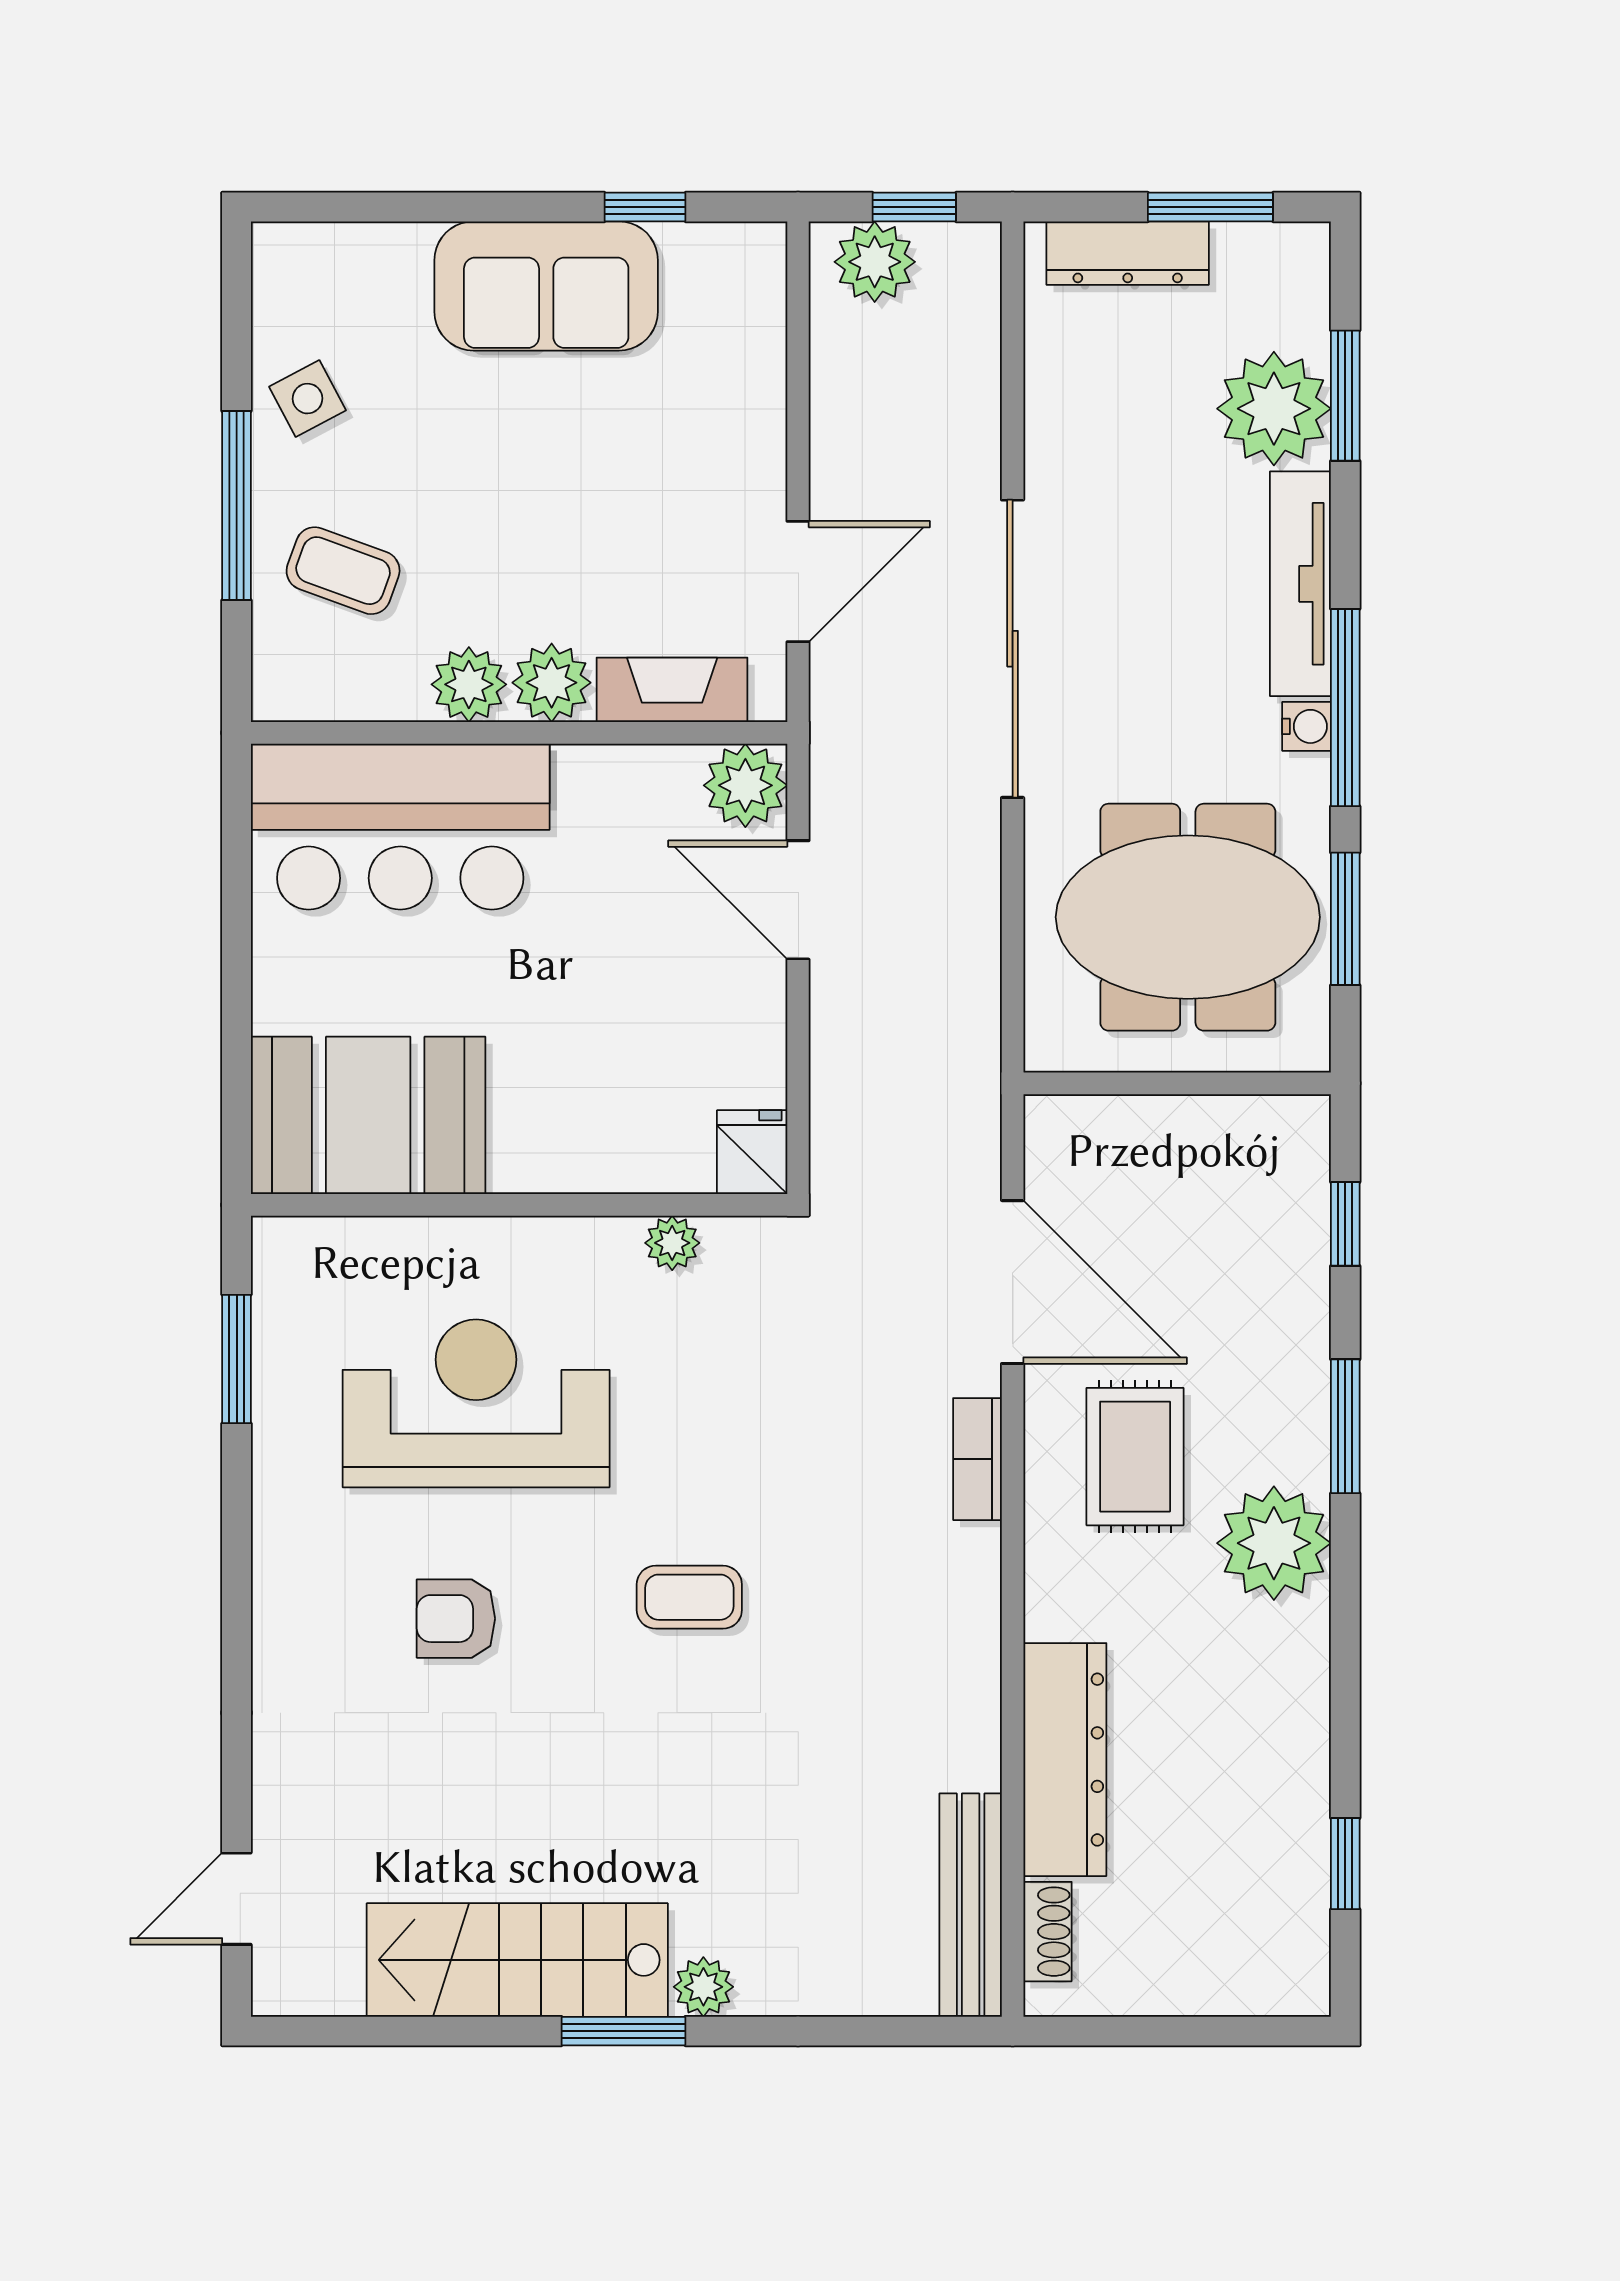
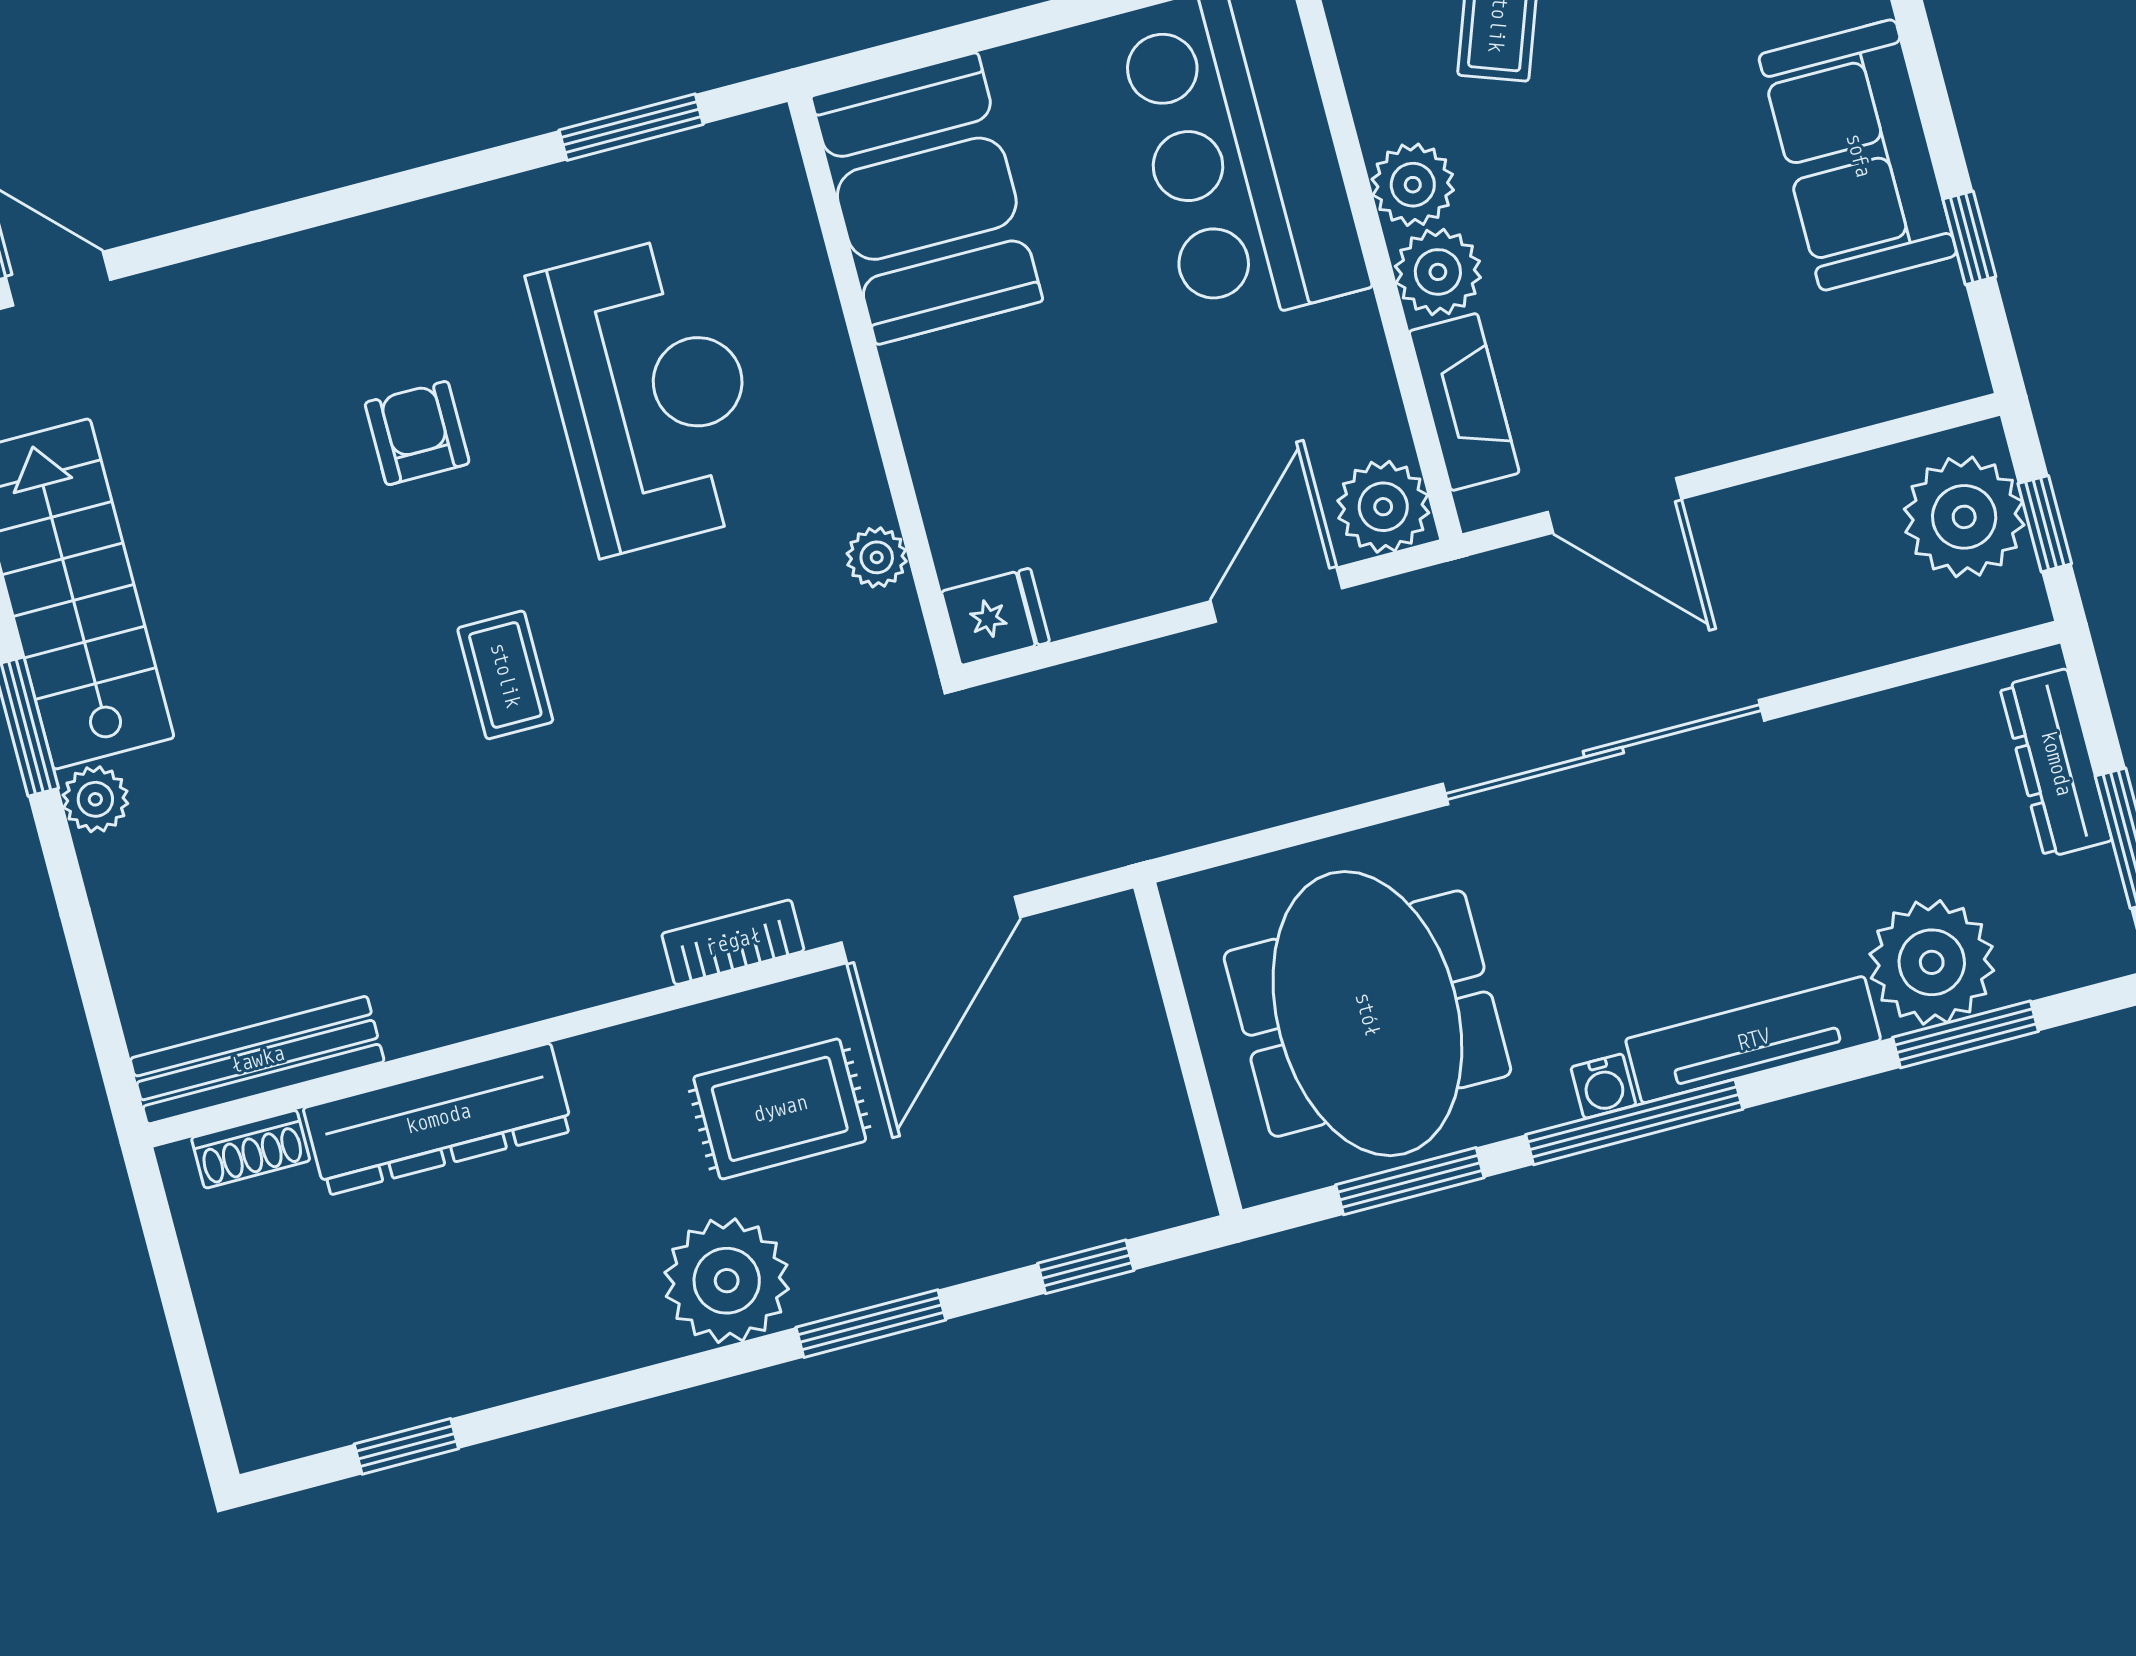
plant: (875, 262) -> (1964, 517), width x1.36, depth x1.36

